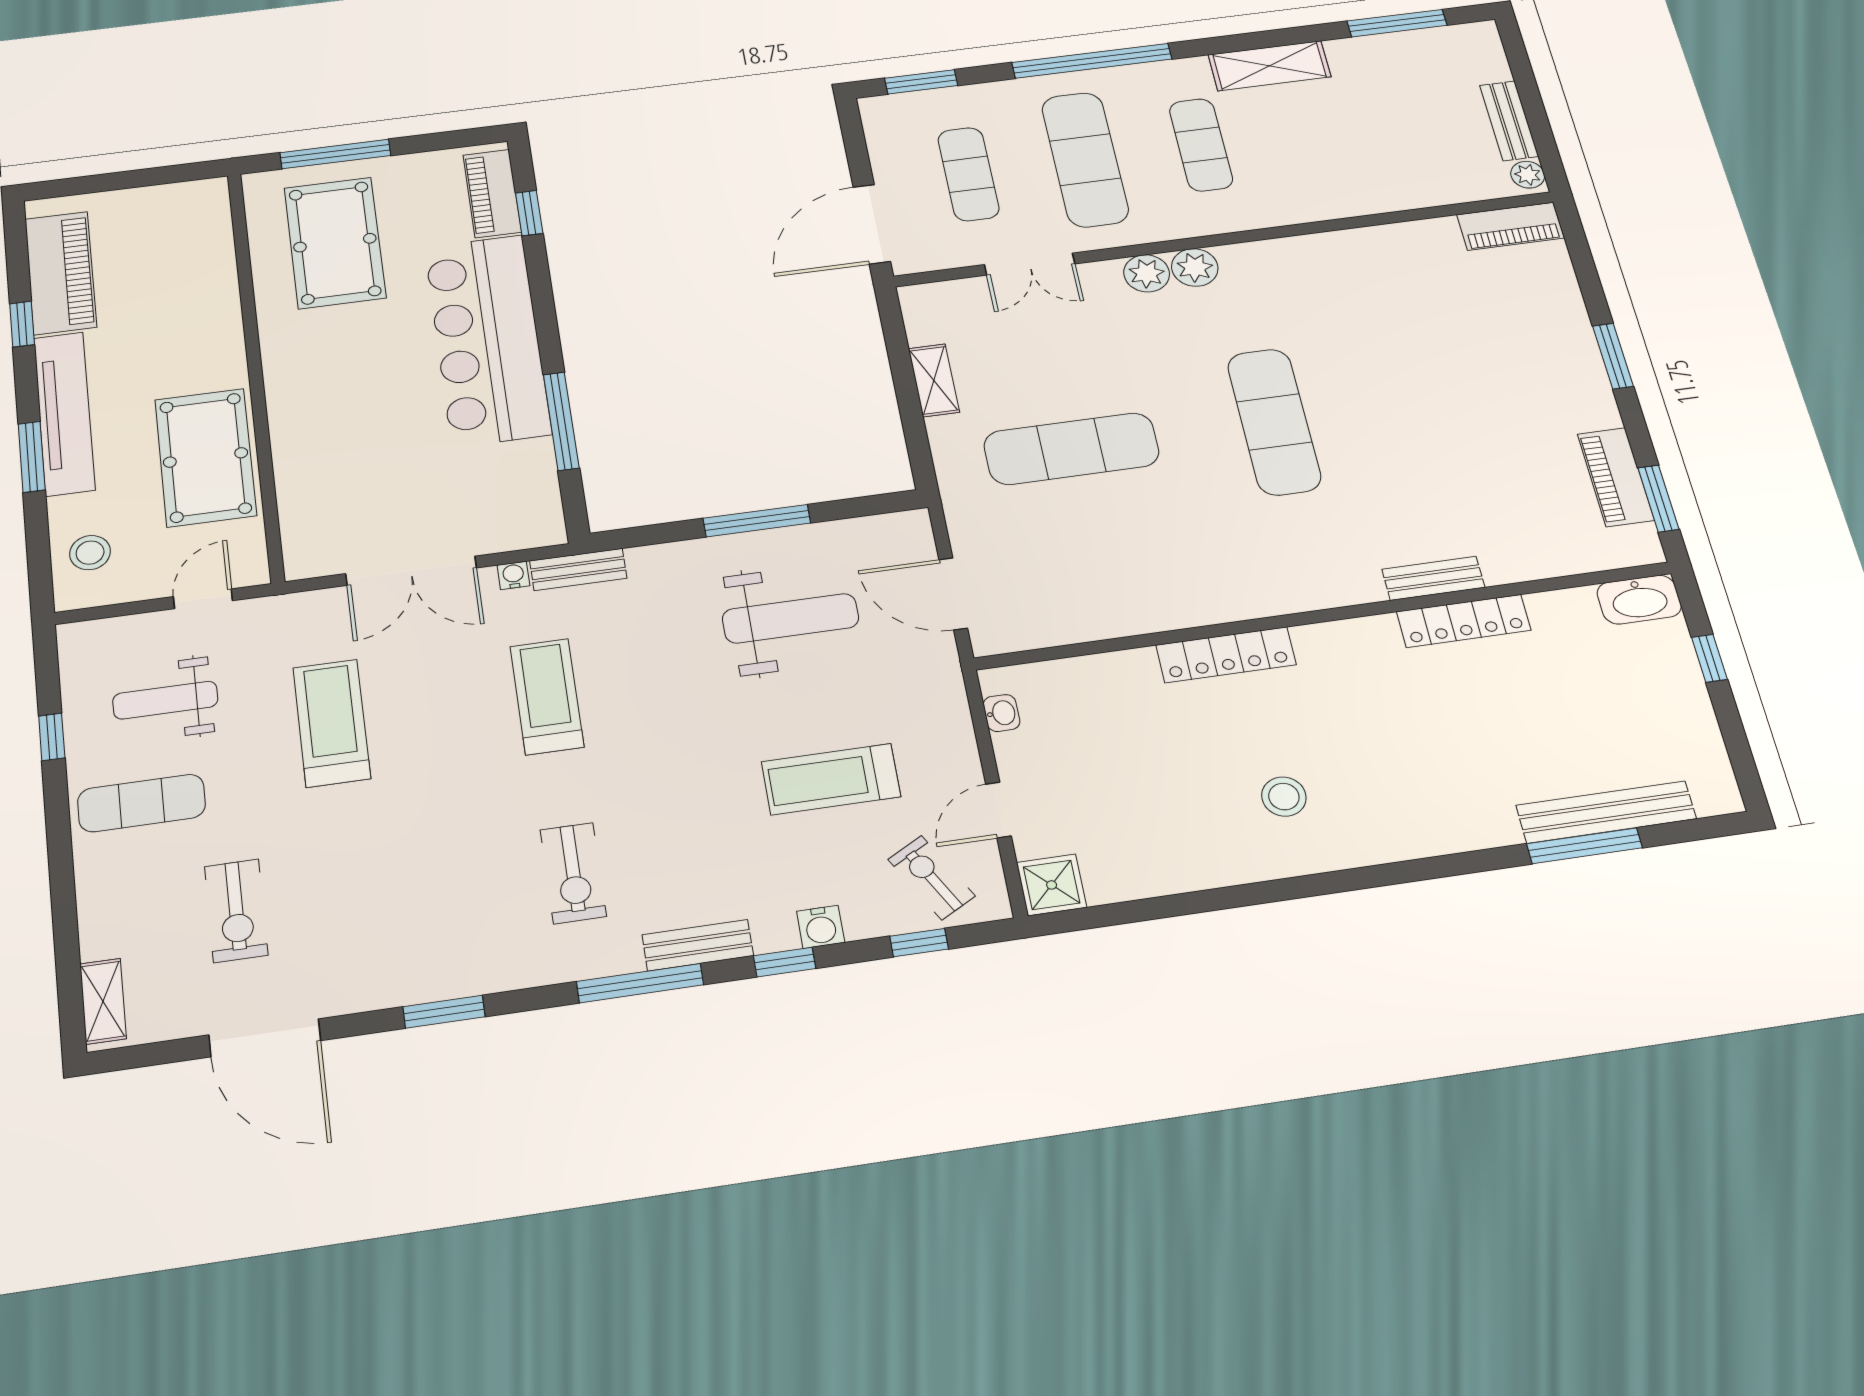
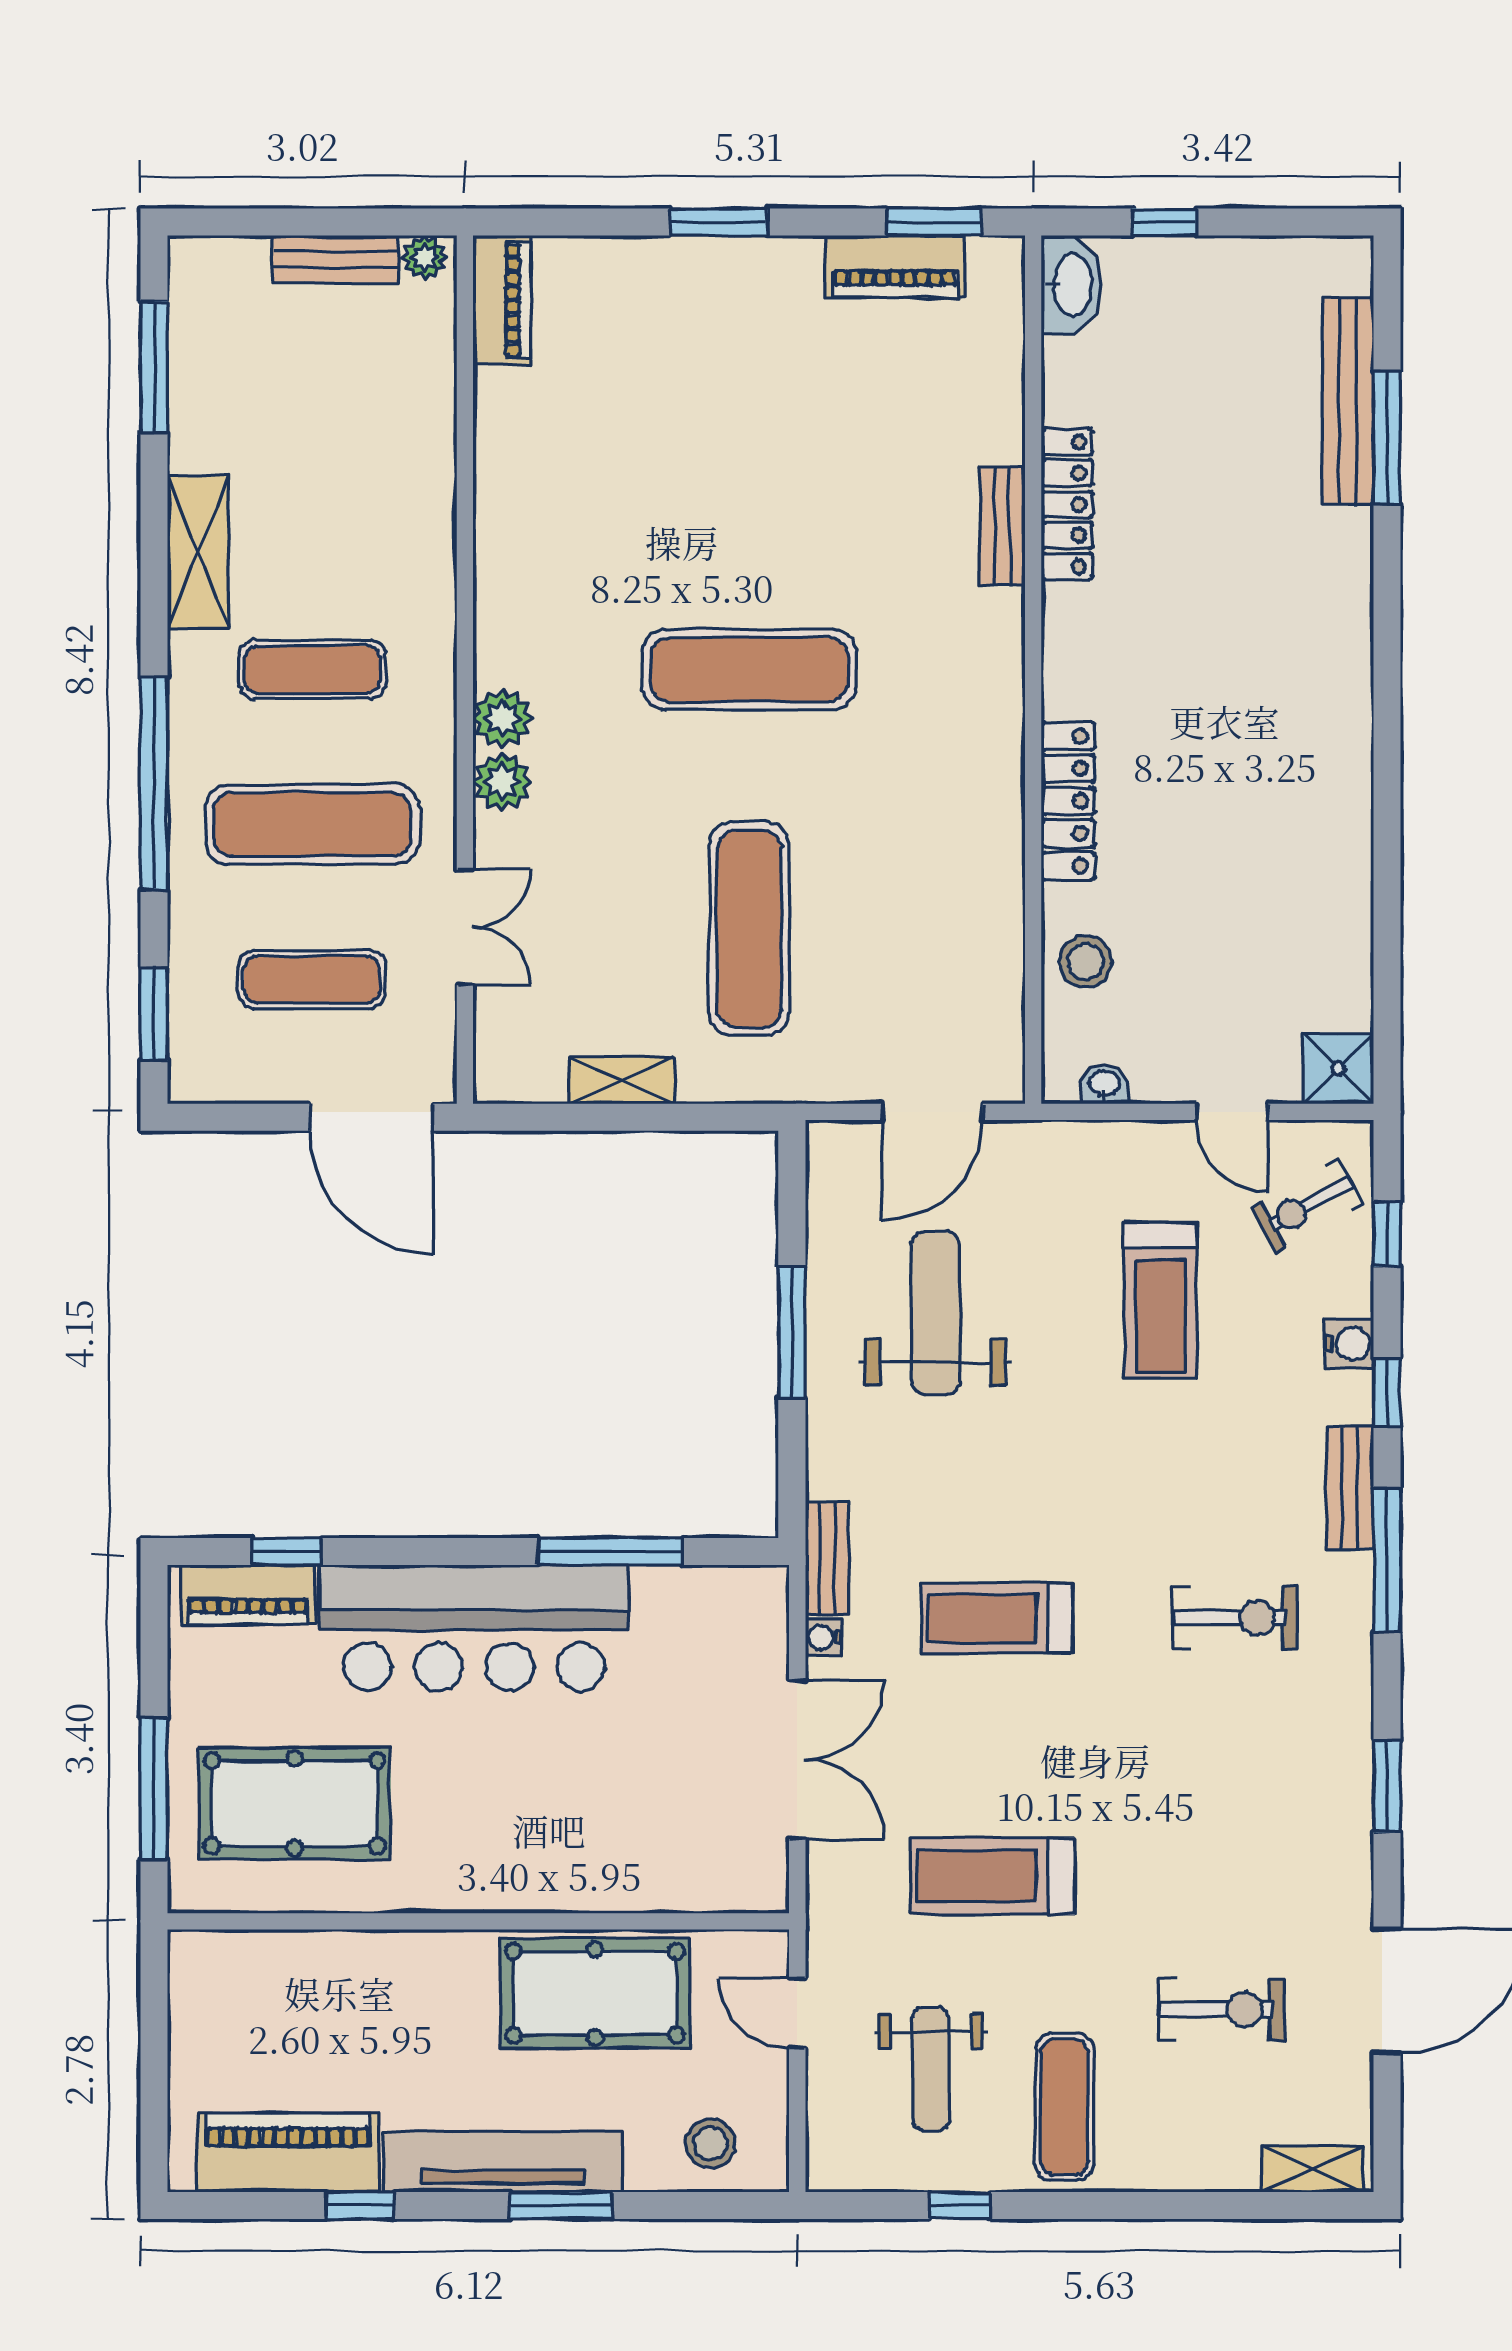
stool: (1284, 797) -> (1085, 962), moved

